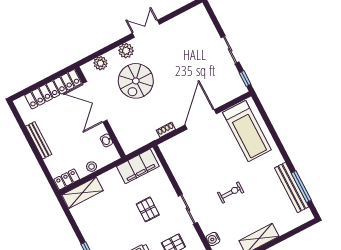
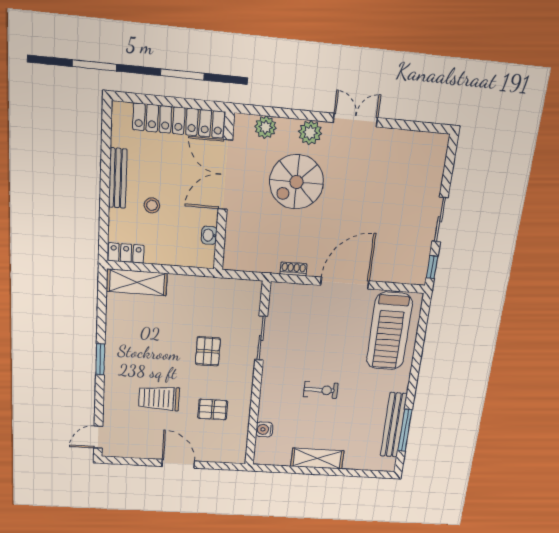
filing cabinet: (138, 166) -> (229, 292), removed
stool: (92, 167) -> (152, 205), moved
sliding door: (188, 209) -> (261, 338), moved

